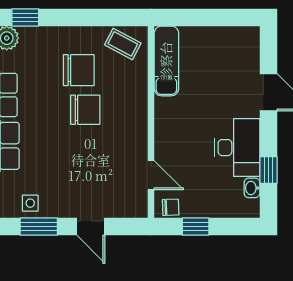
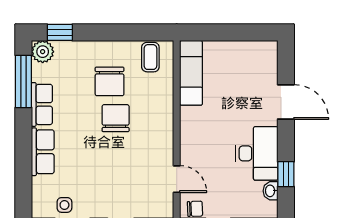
coffee table: (123, 44) -> (150, 57), turned 62
chair: (79, 70) -> (110, 81), turned 90
chair: (85, 110) -> (116, 118), turned -90

